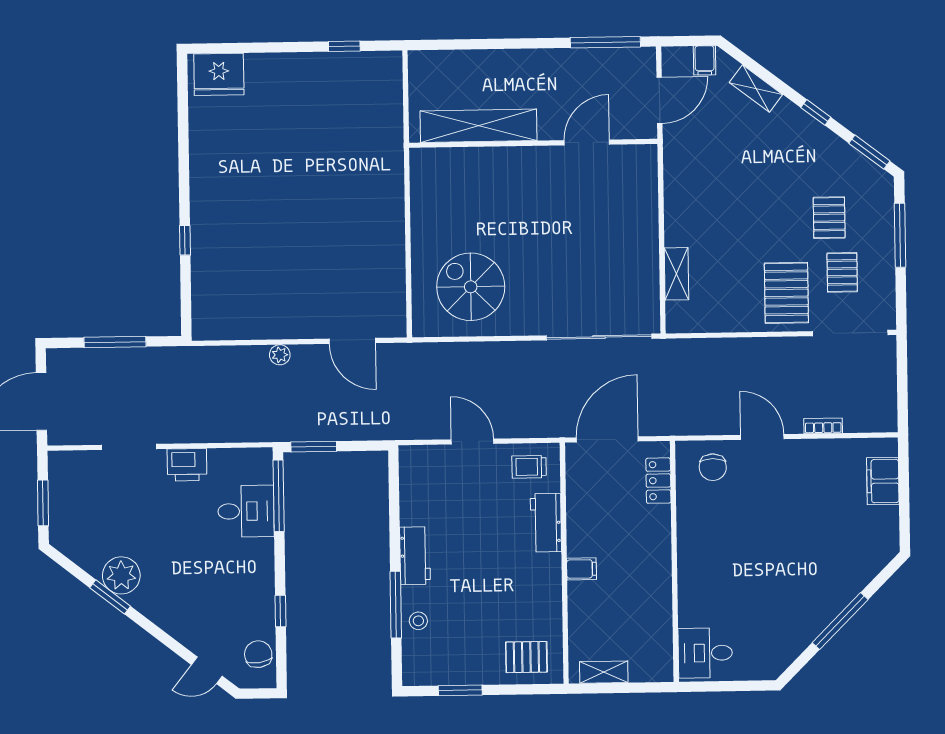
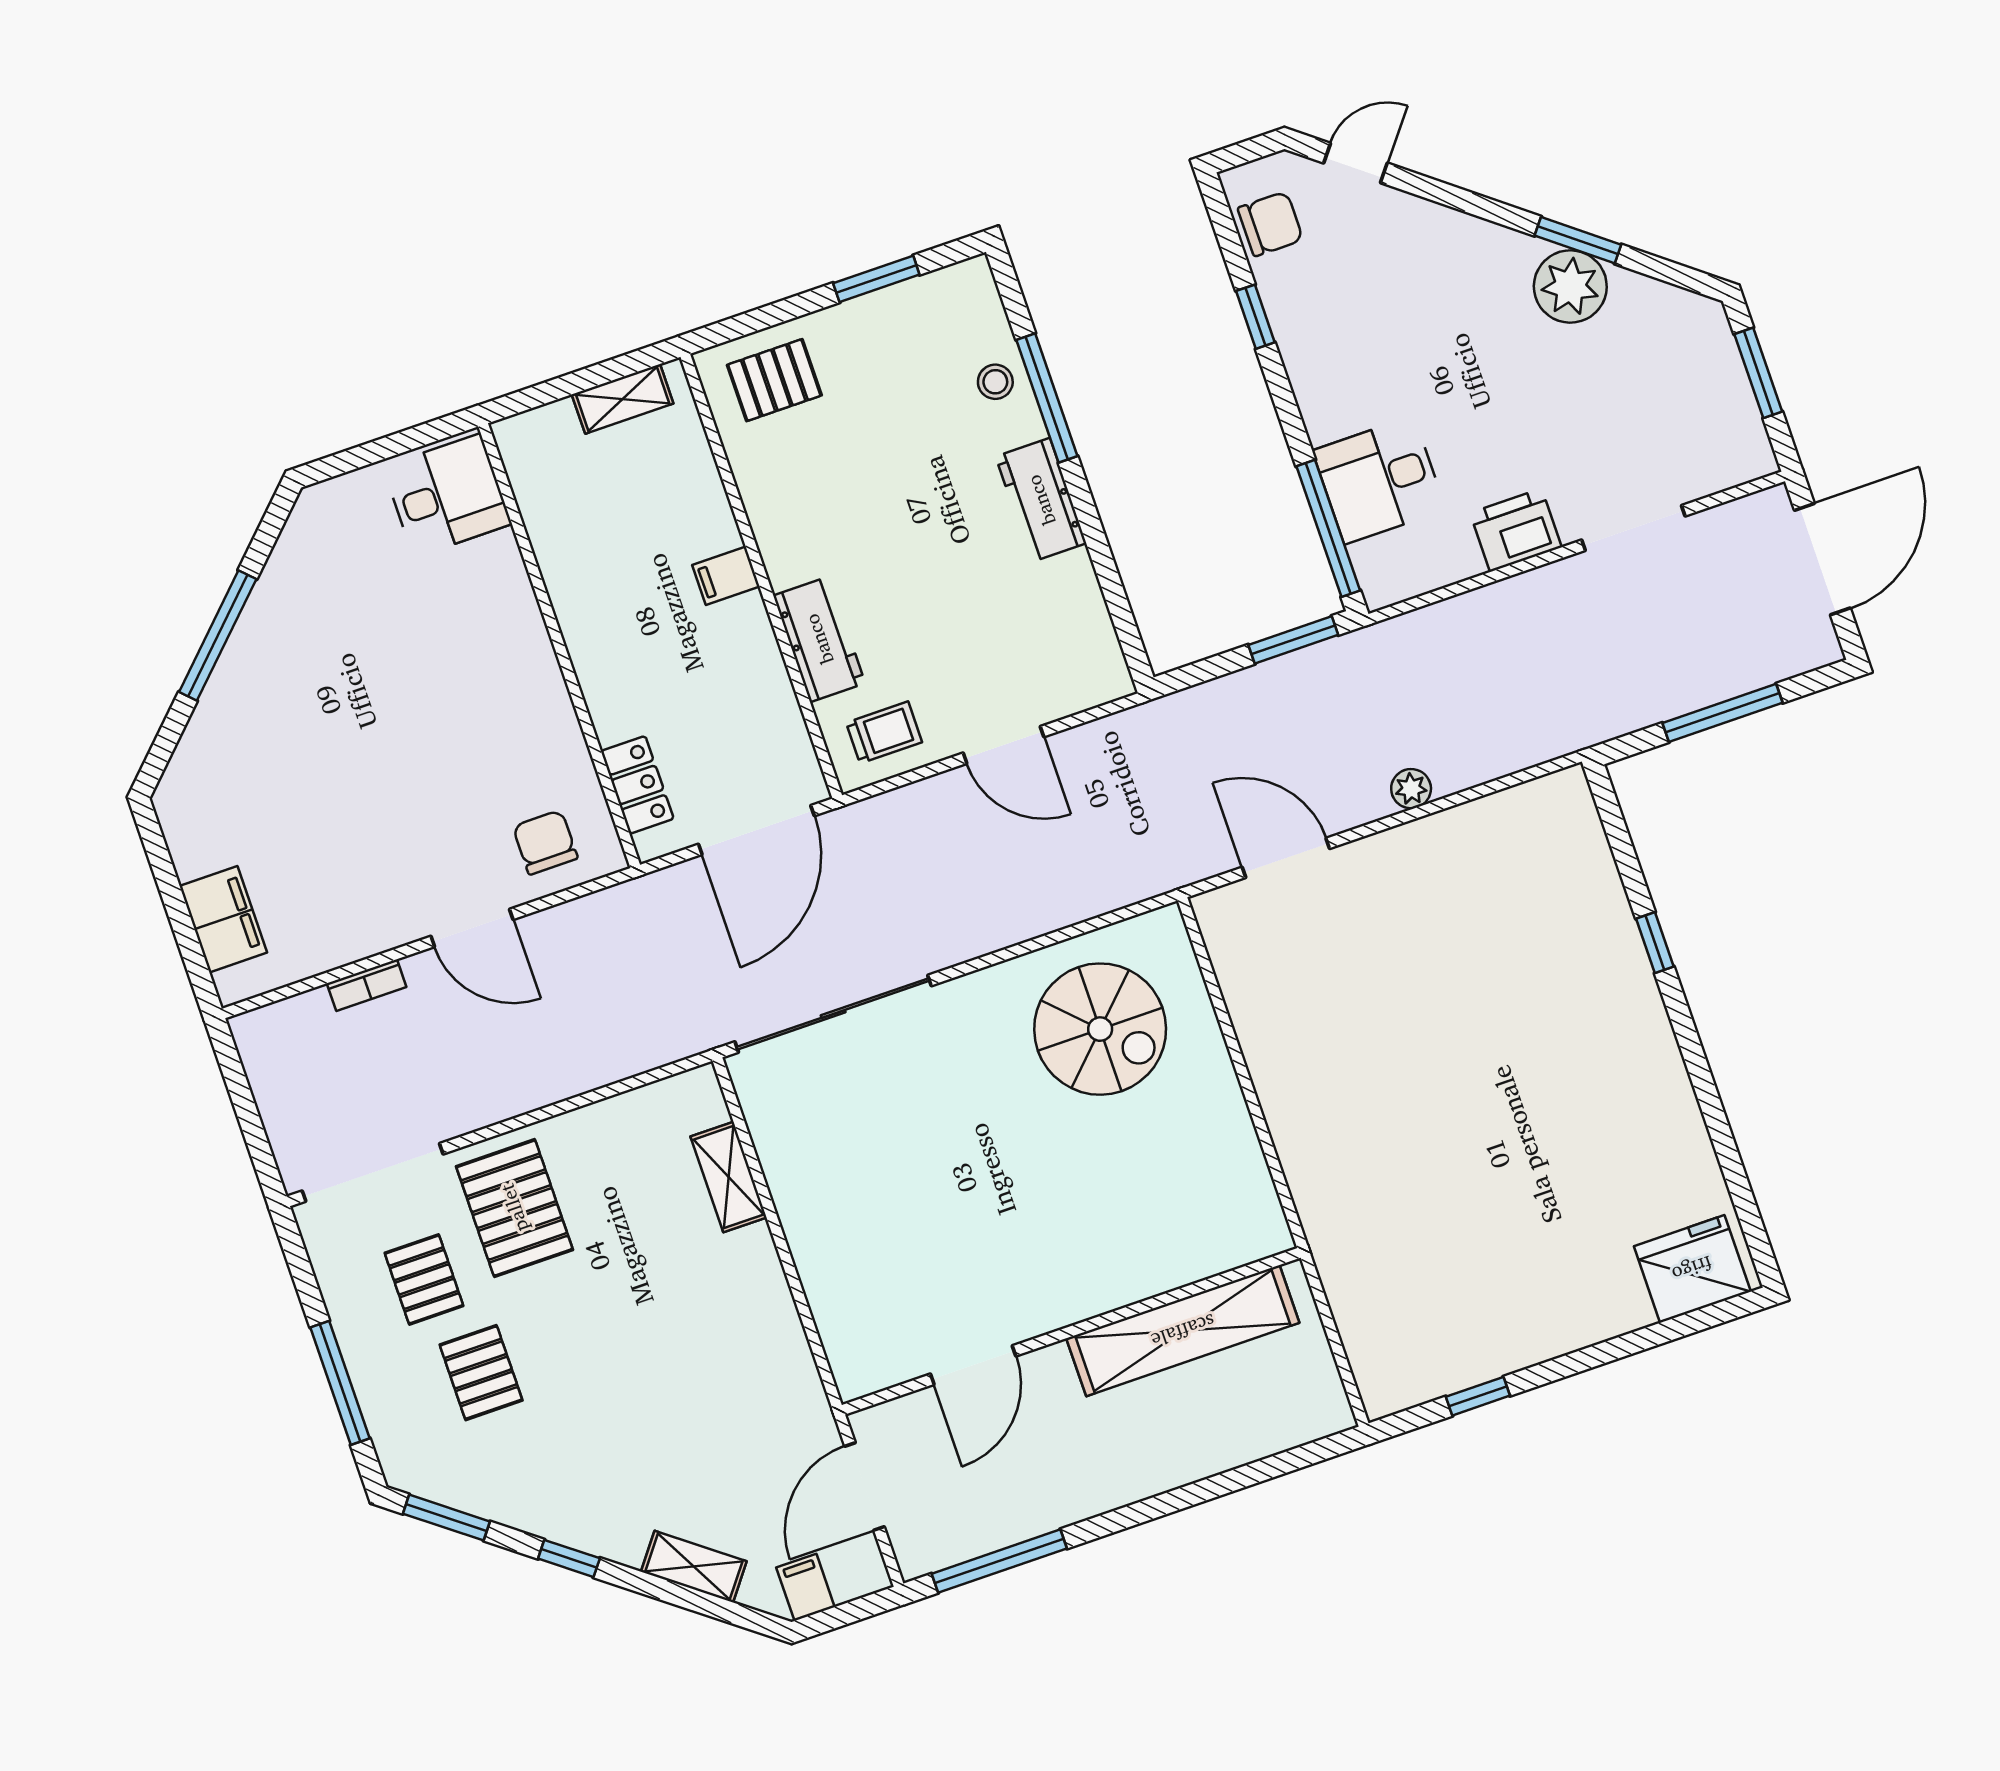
chair: (258, 654) -> (1270, 224), turned -82

